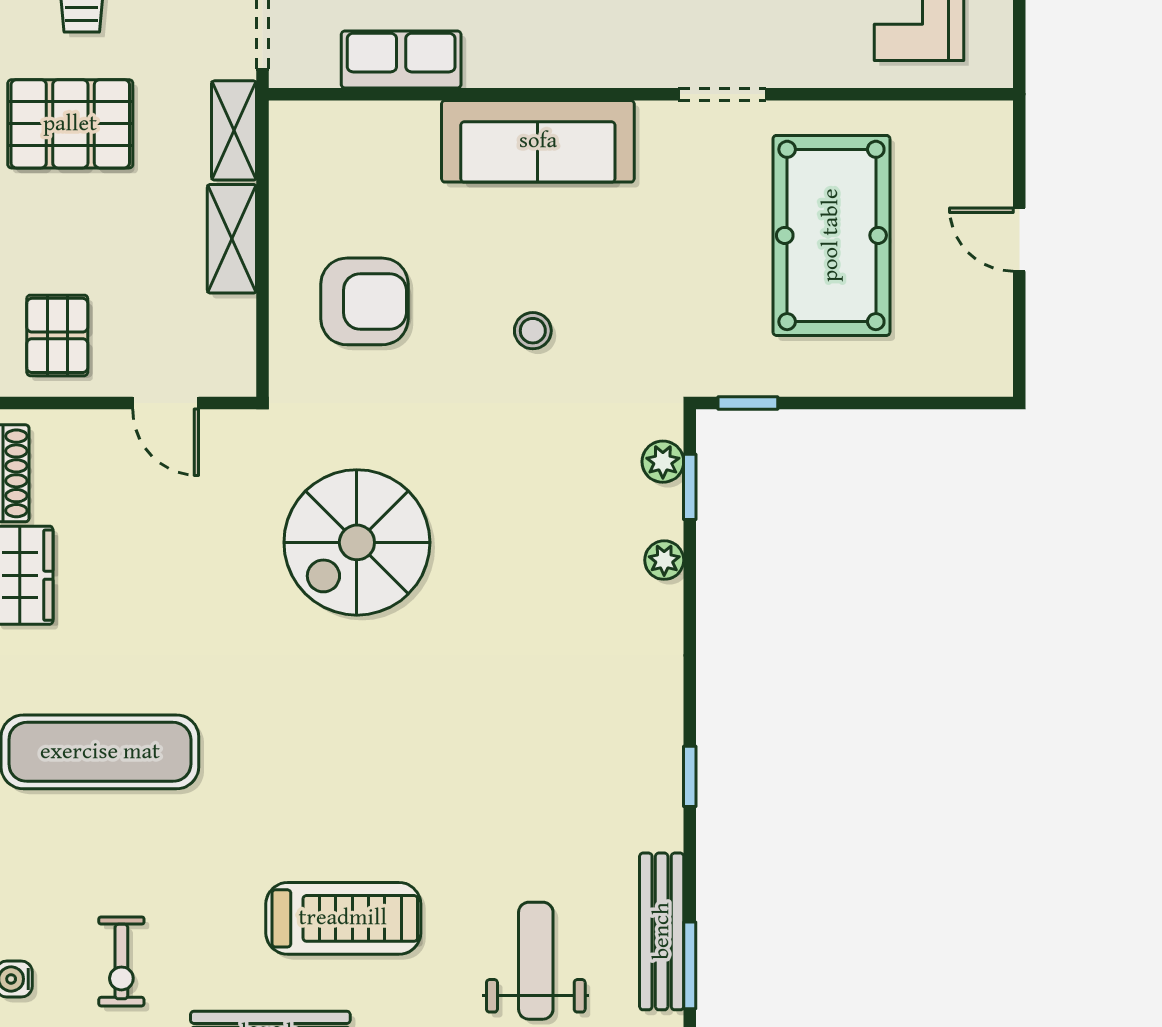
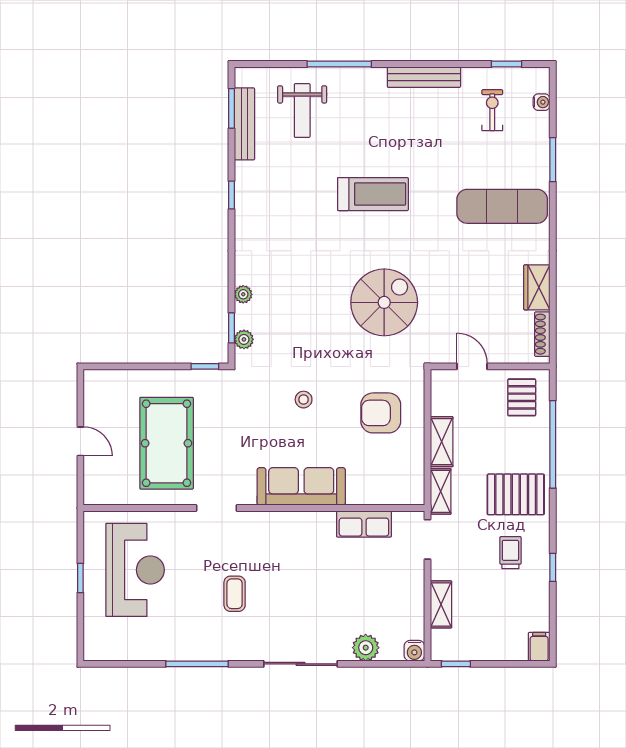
treadmill: (343, 918) -> (373, 194), moved, turned 180

